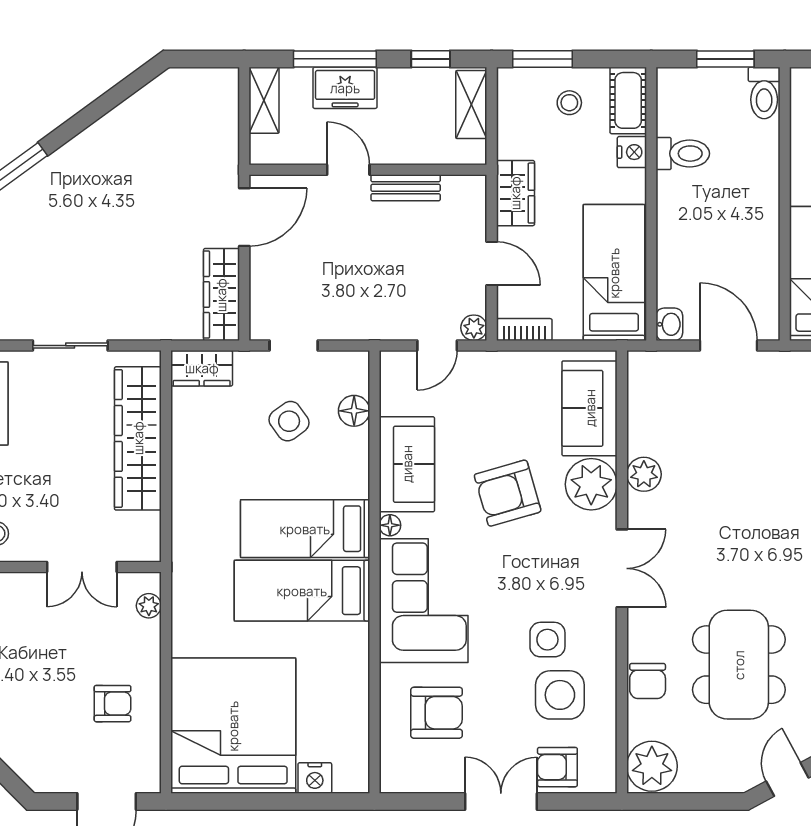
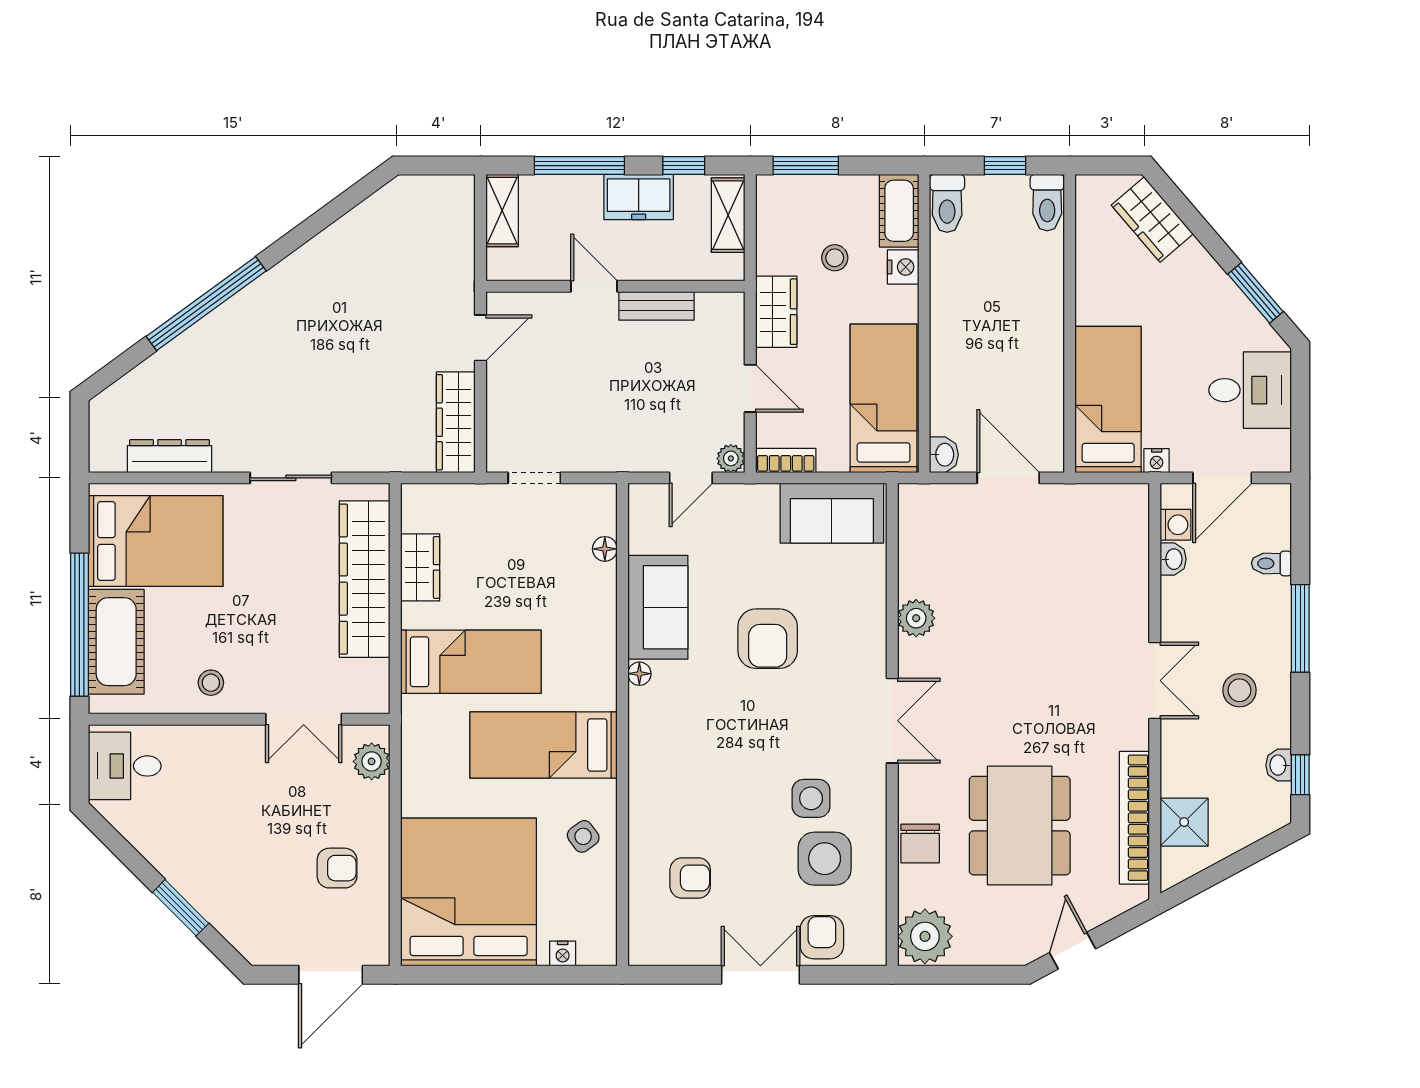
window: (725, 59) -> (1005, 166), width x0.67
freezer: (345, 88) -> (639, 197), moved
stool: (569, 103) -> (835, 258), moved
toilet: (683, 154) -> (947, 203), moved, turned 90
door: (244, 217) -> (480, 338), width x0.73
wardrobe: (202, 368) -> (420, 567), moved, turned -90
sofa: (590, 408) -> (832, 513), moved, turned -90
floor lamp: (354, 411) -> (605, 549), width x0.73, depth x0.73
side table: (289, 421) -> (583, 836), moved, width x0.73, depth x0.73
plant: (591, 484) -> (859, 629), removed
armchair: (508, 493) -> (768, 639), turned -74
bed: (305, 529) -> (471, 662), moved, turned 180
corner sofa: (424, 601) -> (676, 756), removed
plant: (149, 606) -> (372, 761), width x1.38, depth x1.38
armchair: (437, 713) -> (690, 878), width x0.72, depth x0.72
armchair: (557, 767) -> (822, 937), turned 90
nightstand: (315, 778) -> (563, 953), width x0.72, depth x0.74

